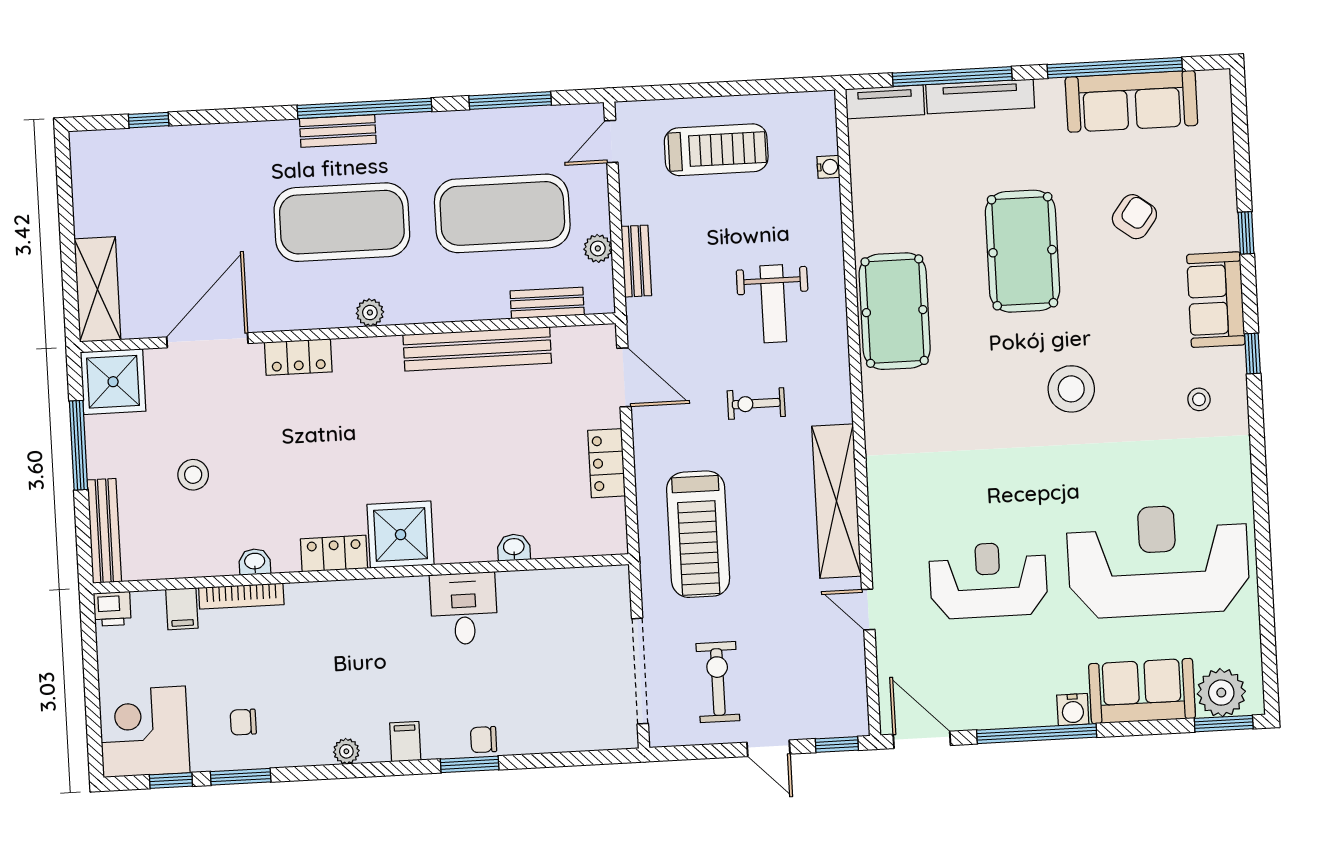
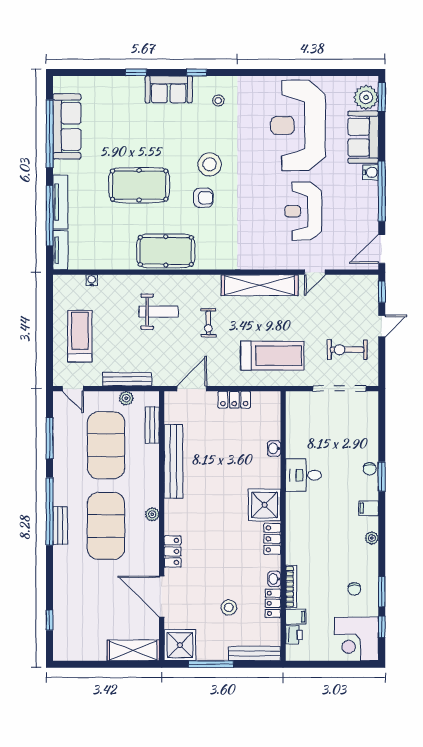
armchair: (1134, 217) -> (203, 198), moved, turned 143
bench: (636, 261) -> (127, 379), width x1.36
locker: (206, 562) -> (273, 603), added
printer: (112, 609) -> (294, 635), moved

